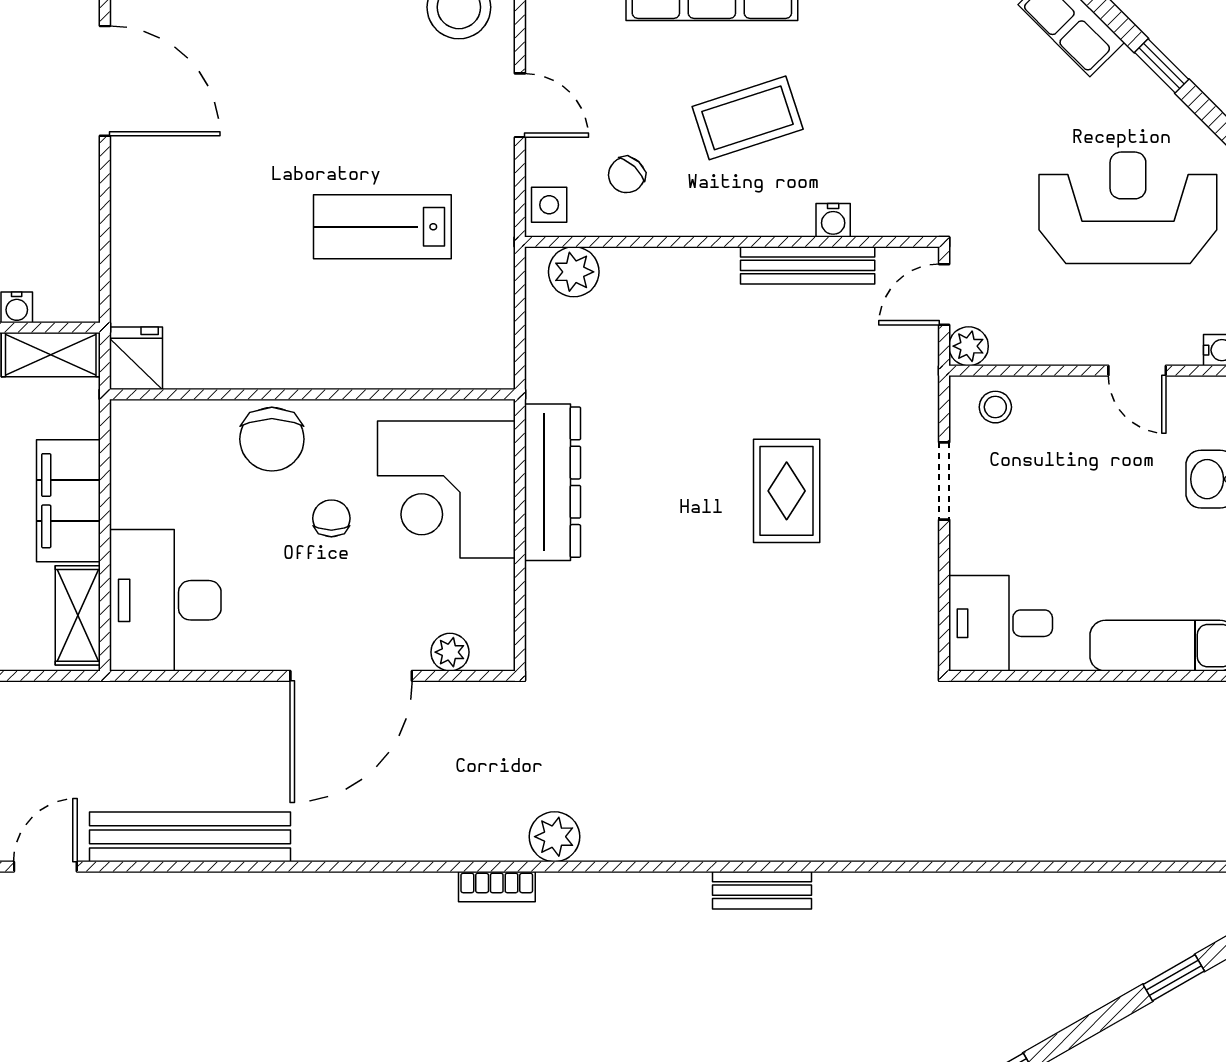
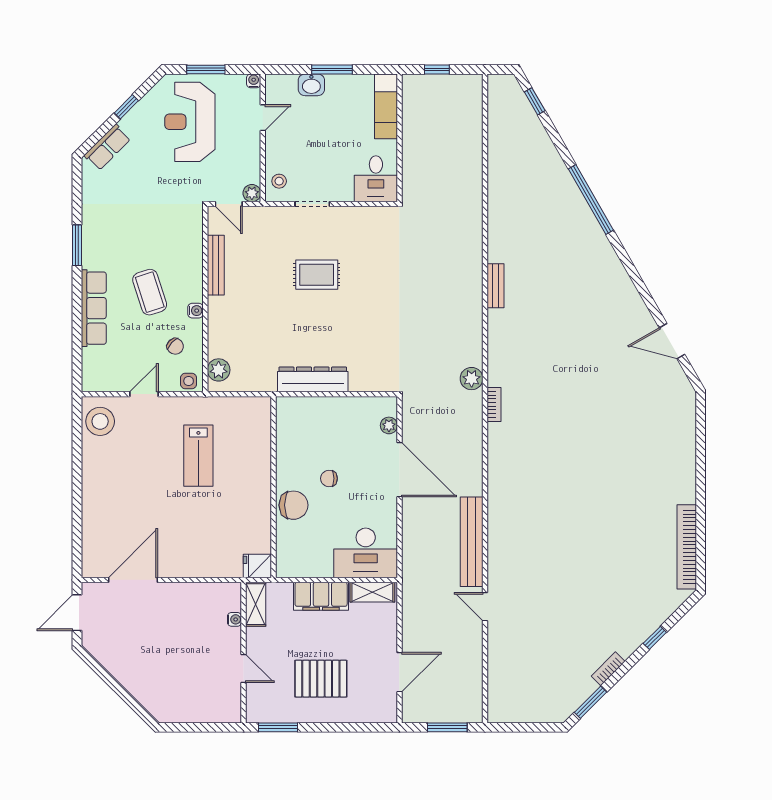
water cooler: (833, 220) -> (195, 311), moved
corner desk: (446, 490) -> (316, 427), removed

